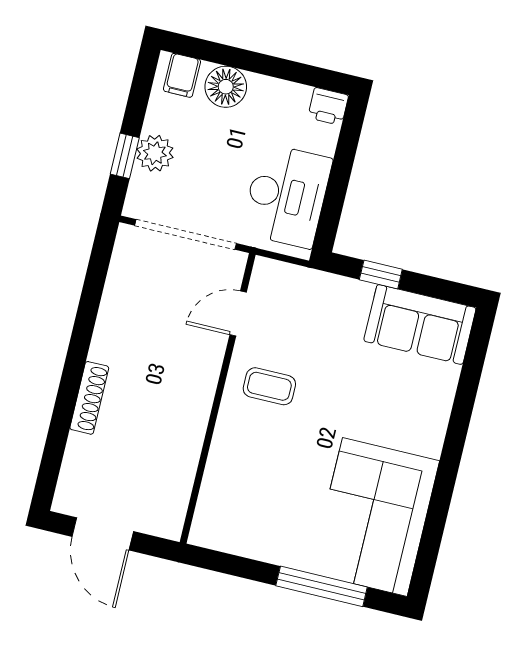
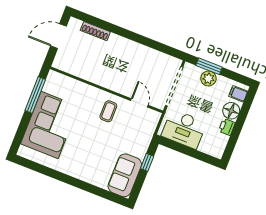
printer: (328, 106) -> (227, 127), moved
window: (125, 156) -> (209, 66), width x1.50
shoe rack: (89, 398) -> (95, 31), moved
corner sofa: (375, 517) -> (50, 125), moved, turned 90
window: (322, 586) -> (35, 95), moved

